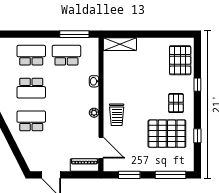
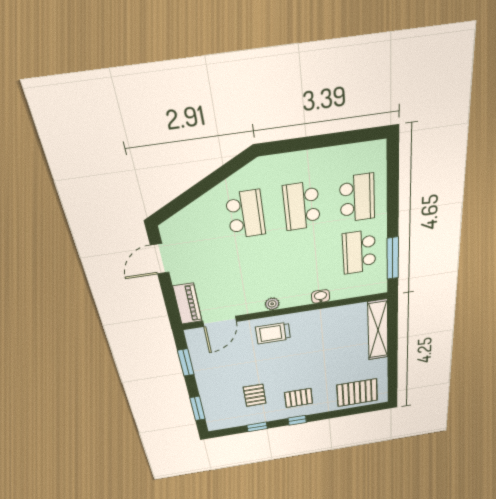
shelving: (120, 44) -> (378, 330), width x1.47
school desk: (66, 55) -> (359, 252), turned 180
window: (197, 85) -> (297, 420), moved
pallet: (167, 134) -> (255, 395), width x0.49, depth x0.50
window: (171, 175) -> (197, 408), width x0.69

